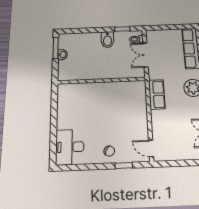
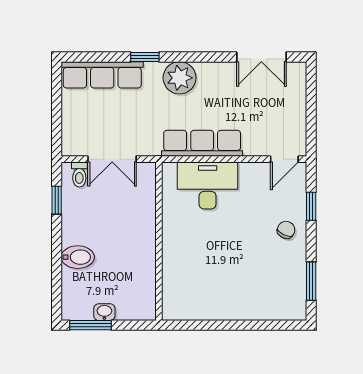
bidet: (108, 40) -> (78, 257), moved
row of seats: (157, 94) -> (202, 143), width x1.48
desk: (70, 147) -> (208, 186), moved, turned 180
window: (79, 167) -> (311, 281), added

